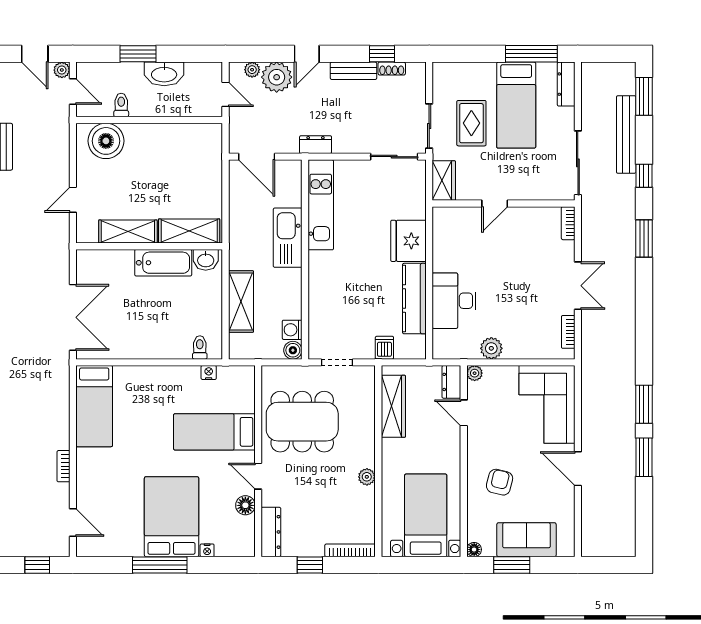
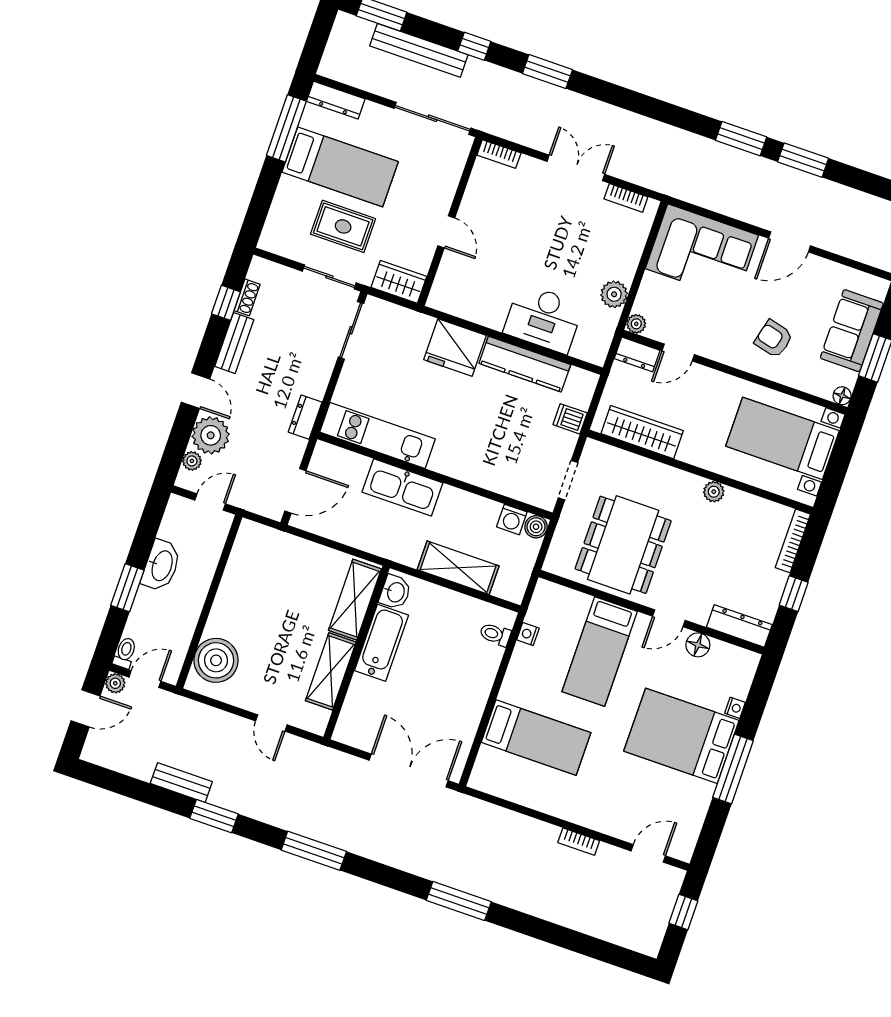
toilet: (121, 105) -> (125, 653), moved, turned 90
bed: (94, 406) -> (536, 738), moved

